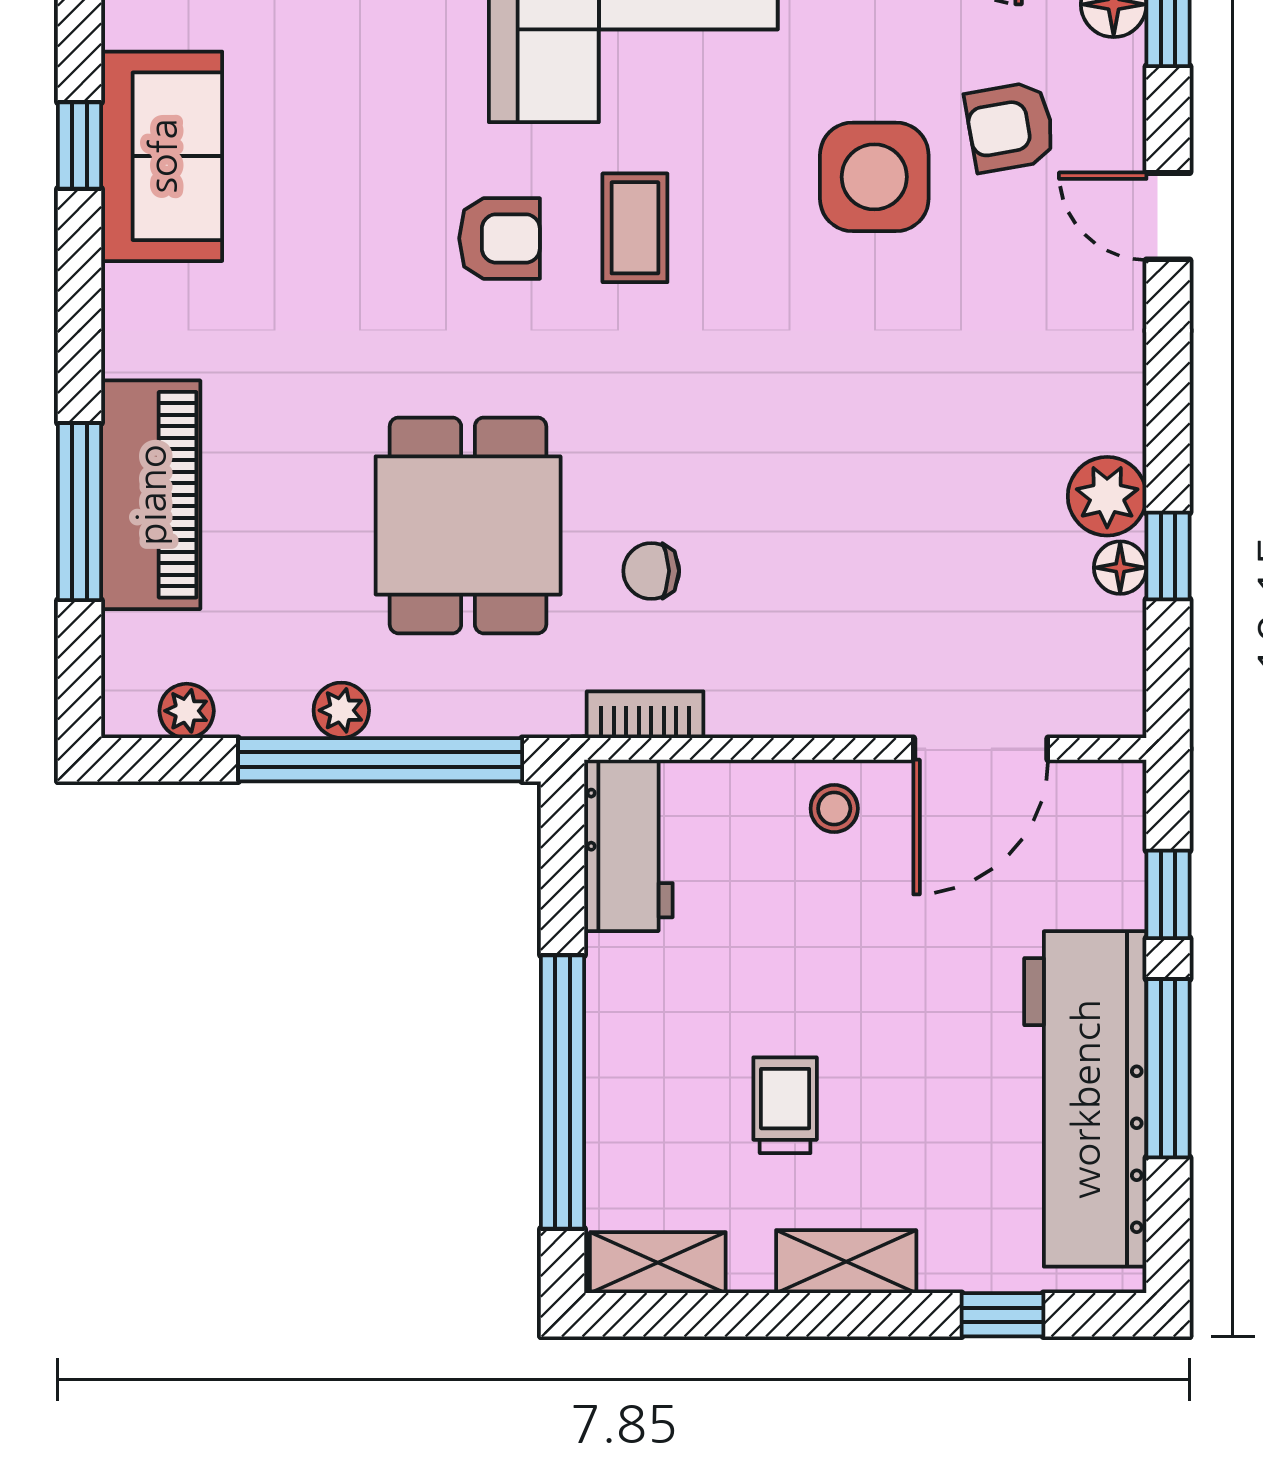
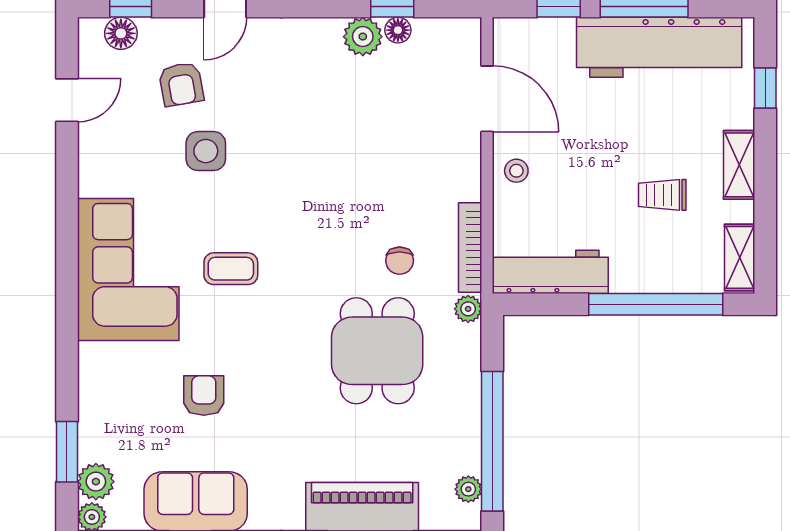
side table: (874, 177) -> (206, 151), width x0.73, depth x0.73
armchair: (500, 238) -> (204, 395), moved
dining table: (468, 525) -> (377, 351), turned 90
plant: (341, 710) -> (468, 309), moved
bookcase: (645, 715) -> (470, 248), width x1.56
window: (380, 760) -> (492, 441), moved
workbench: (628, 845) -> (550, 272), width x1.37

